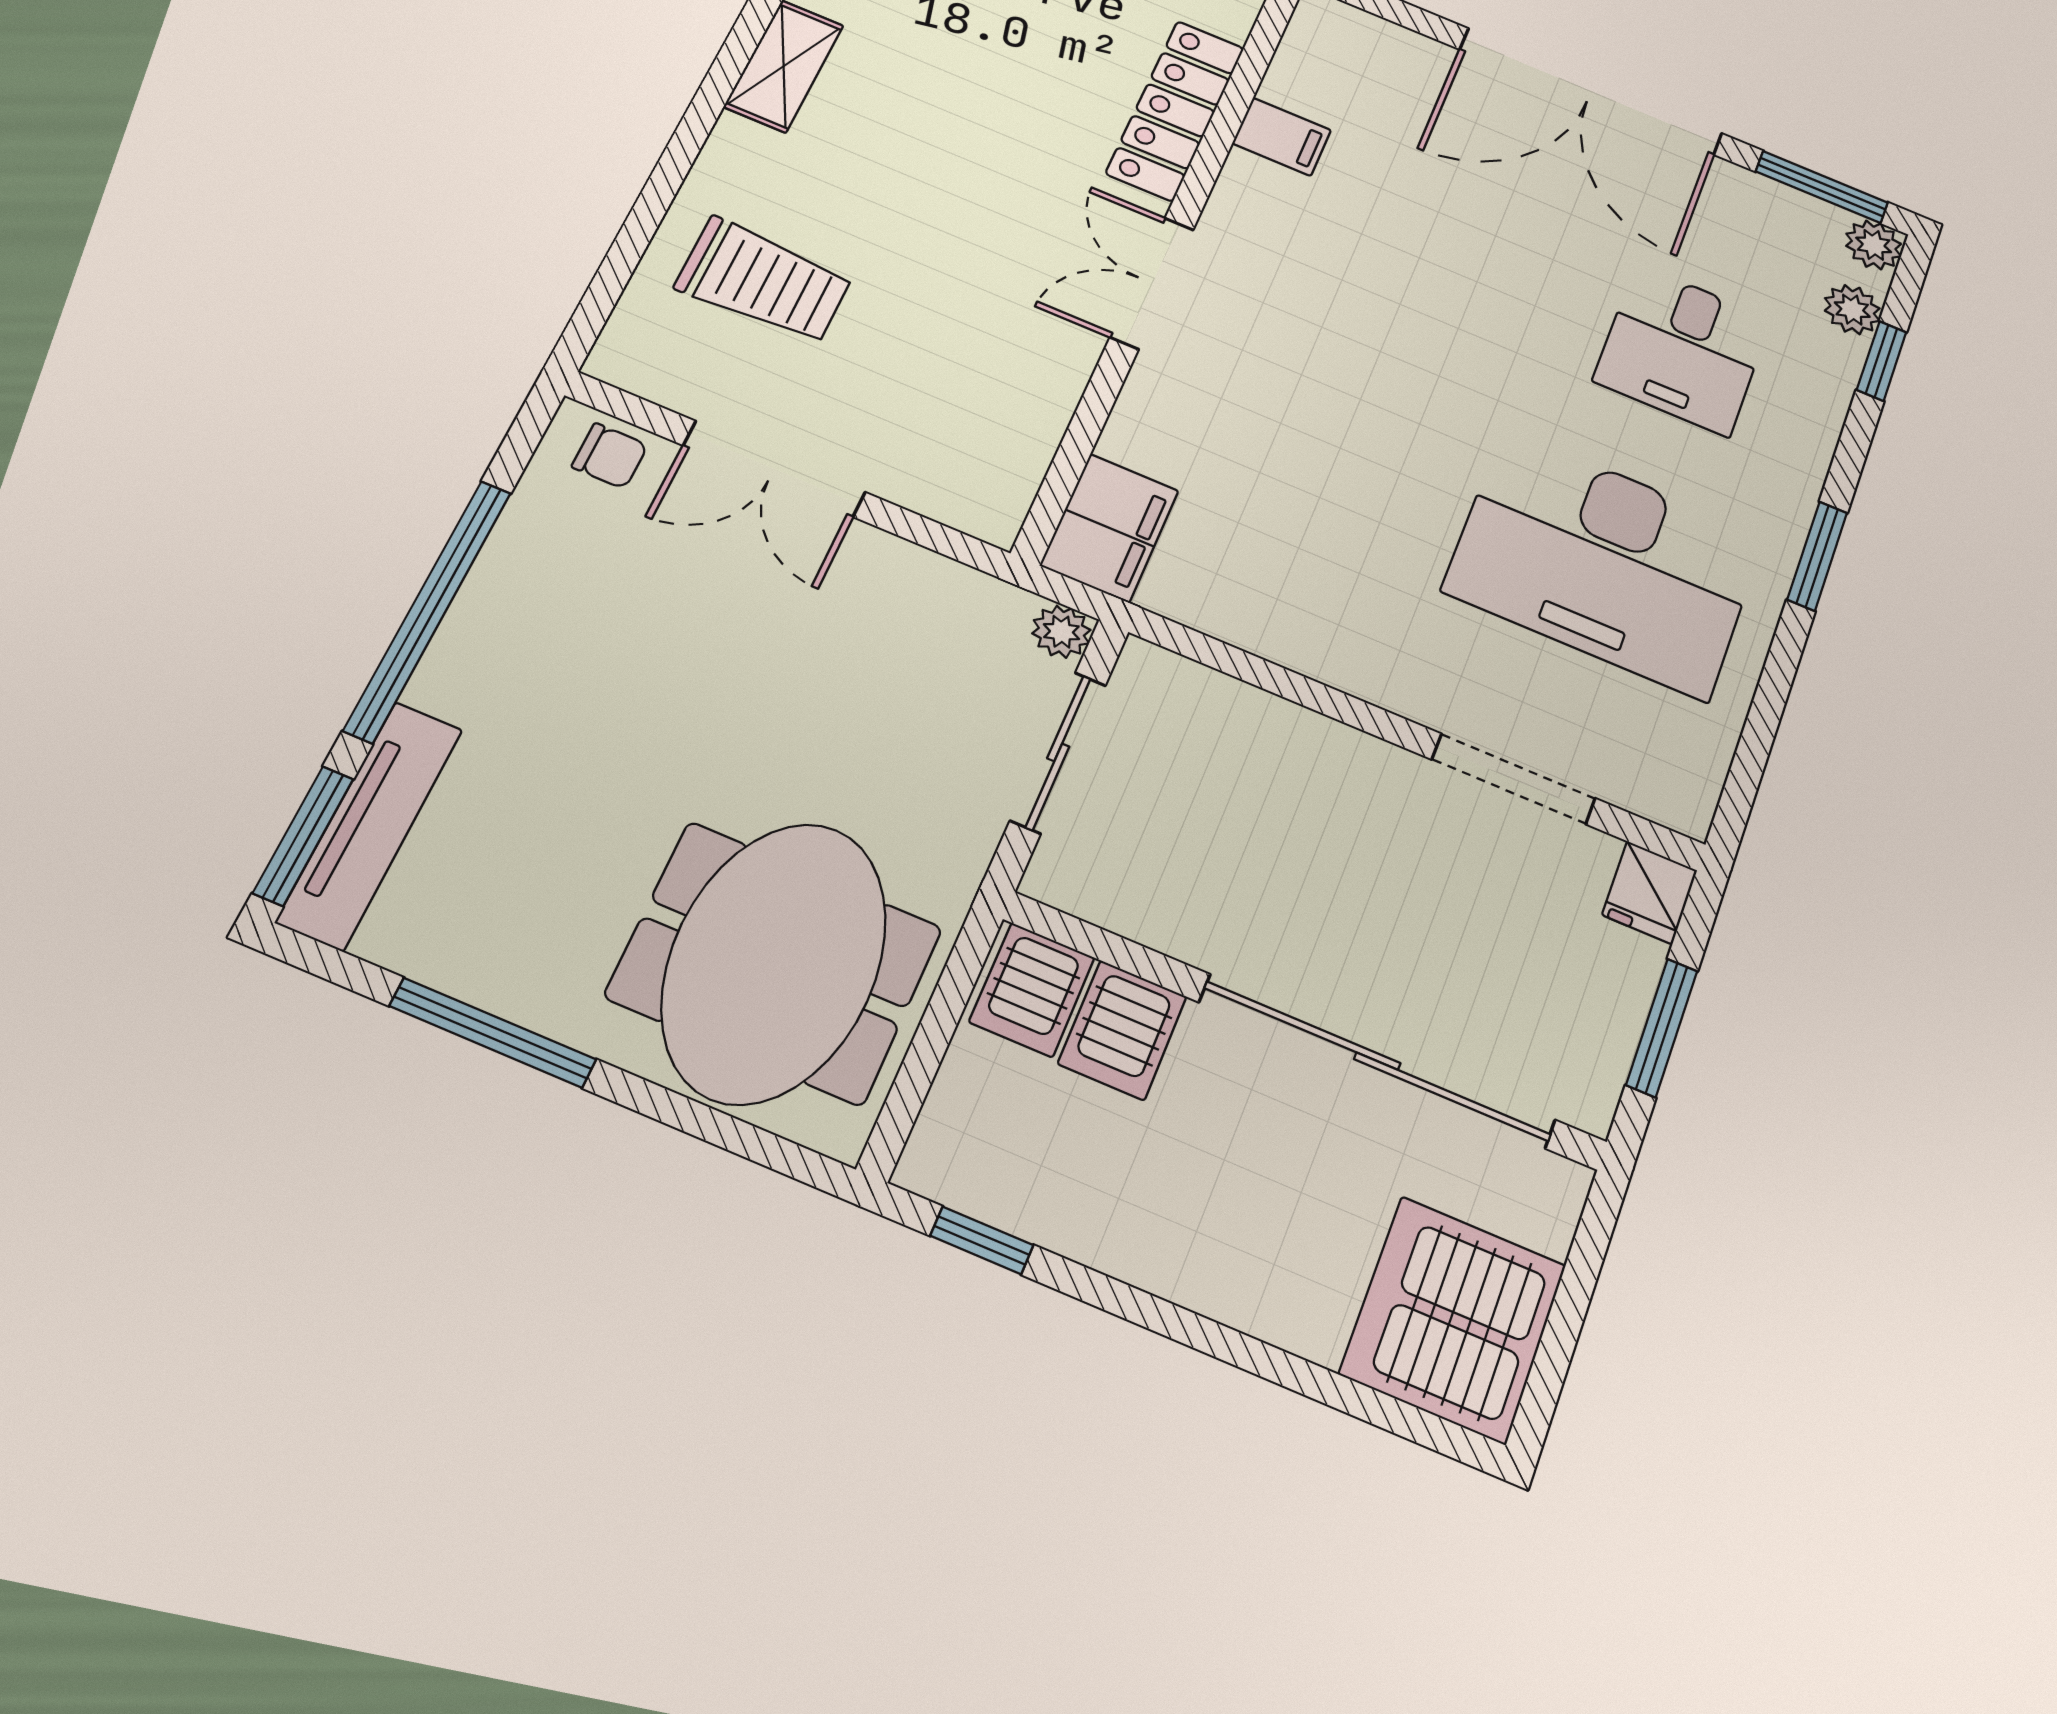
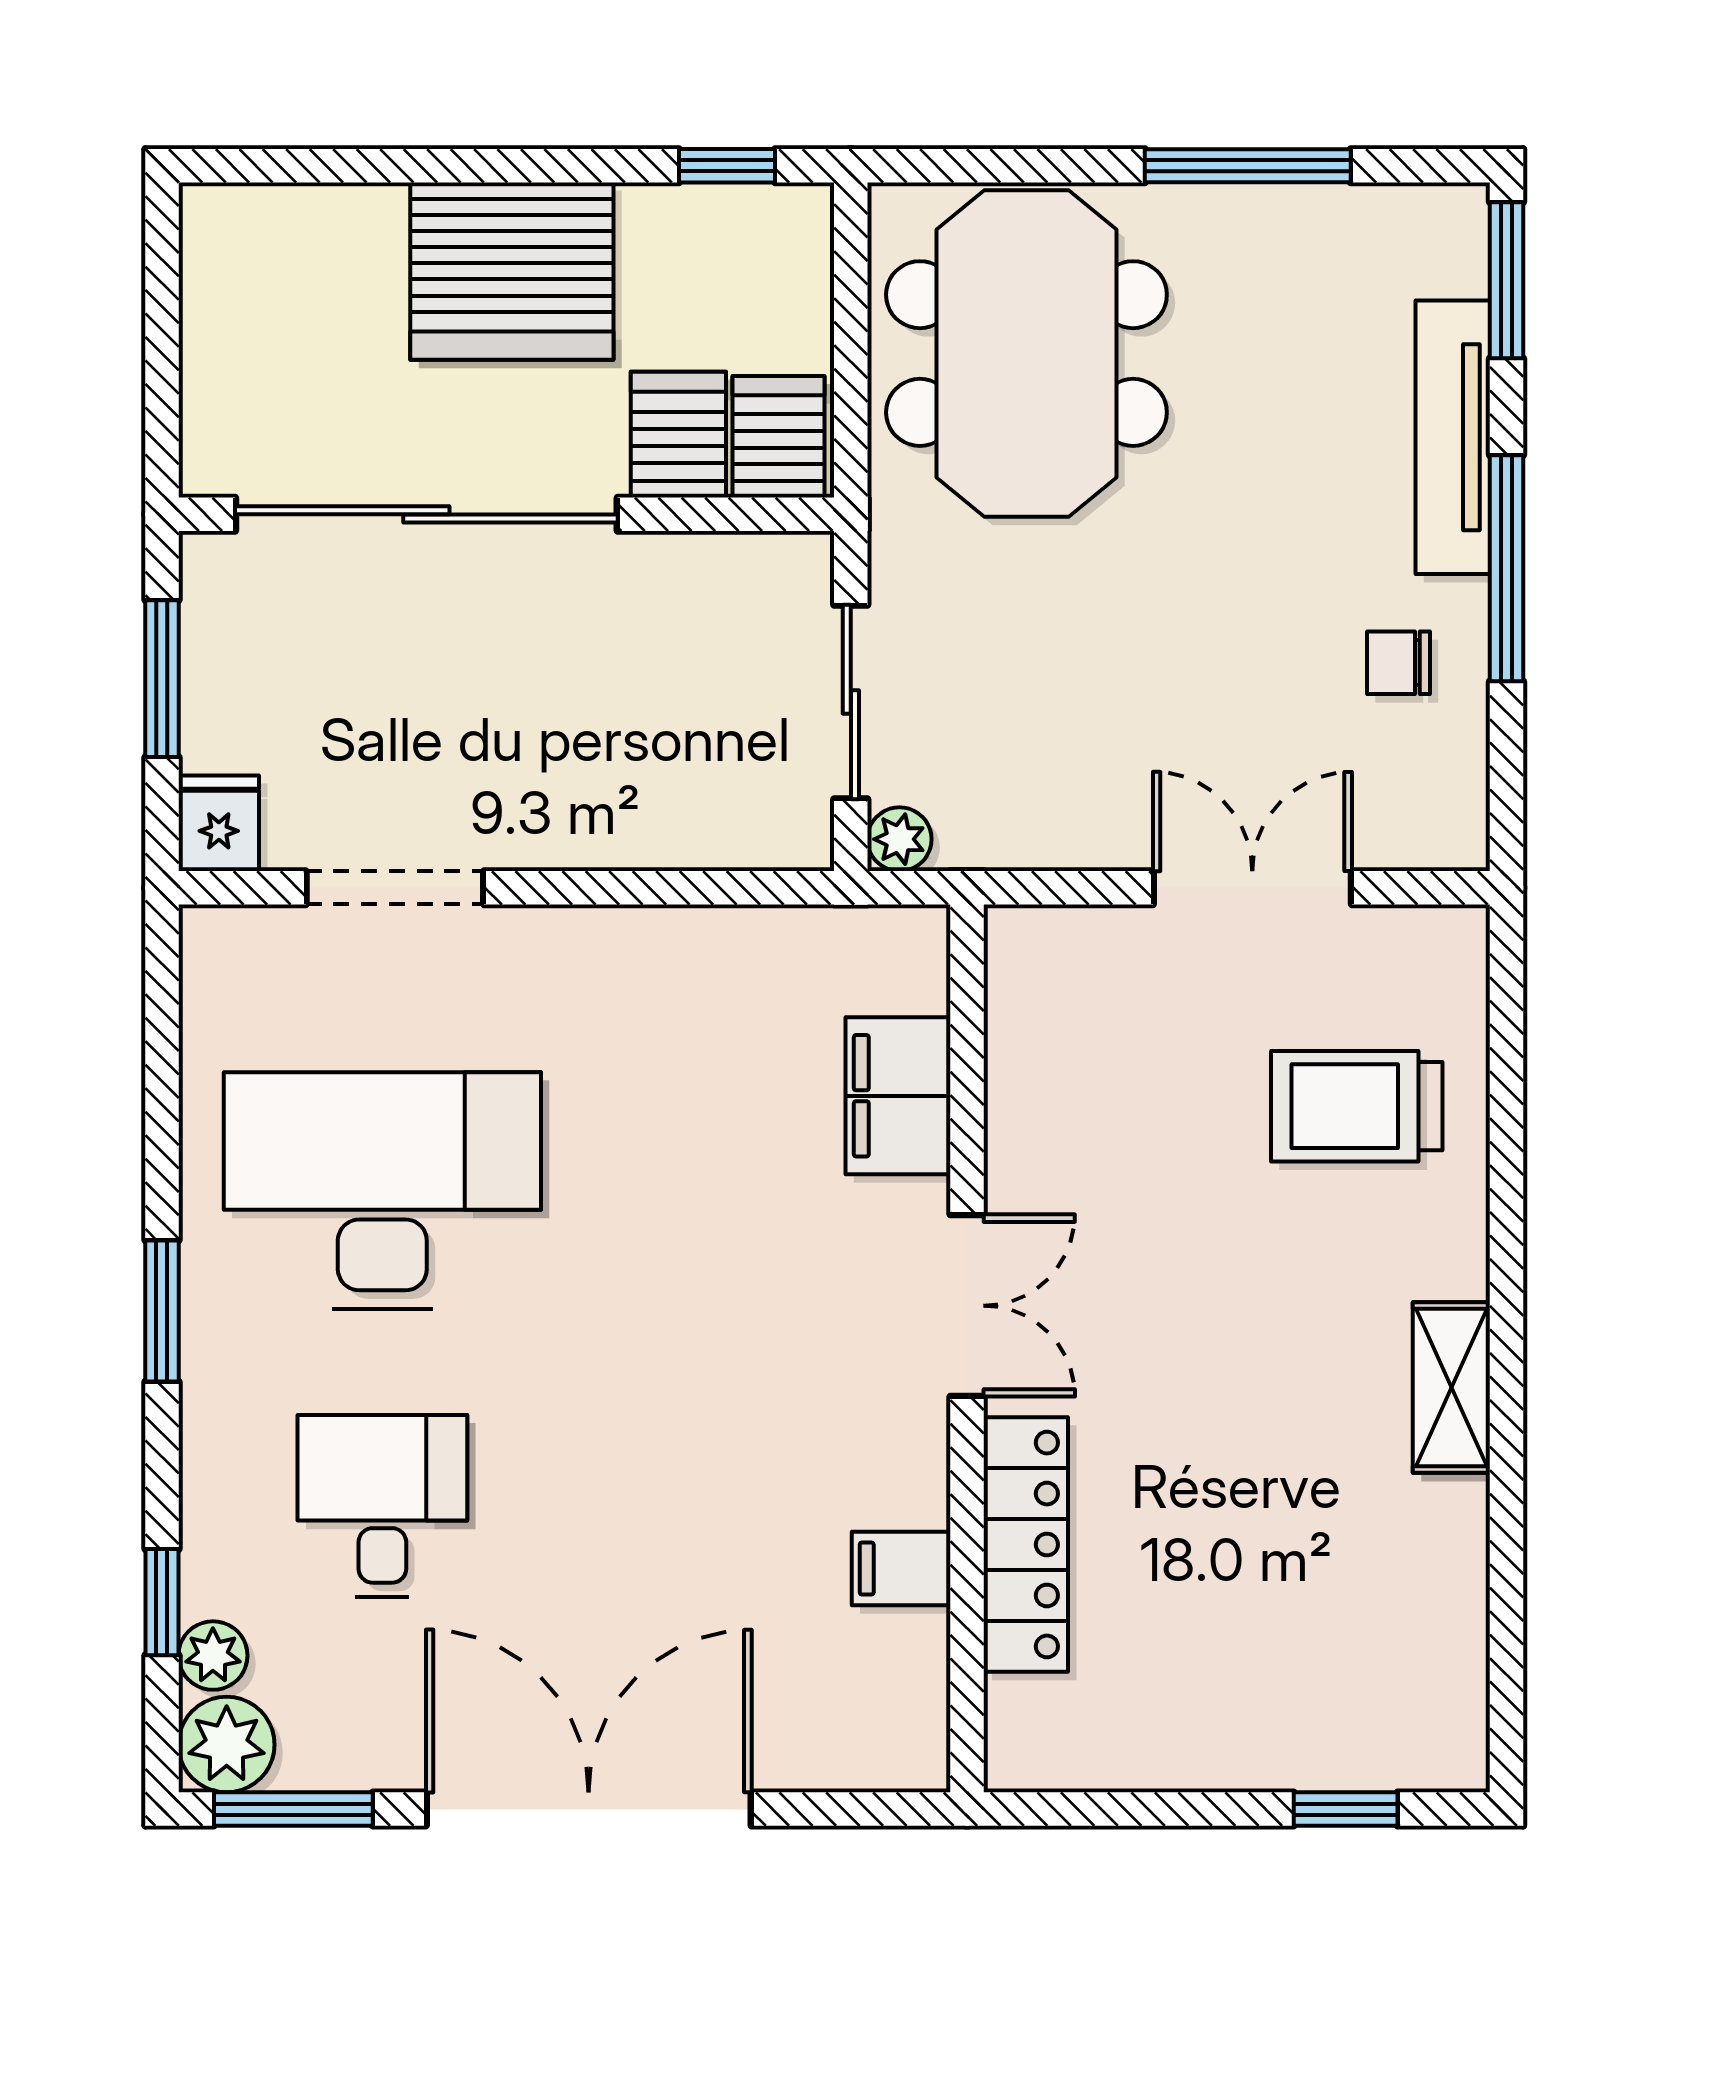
plant: (1874, 245) -> (227, 1745), width x1.38, depth x1.38
chair: (610, 456) -> (1398, 663), moved
filing cabinet: (1109, 528) -> (898, 1096), moved
window: (428, 610) -> (1506, 568), width x0.68
tv unit: (370, 825) -> (1453, 437), moved
server rack: (1453, 1319) -> (512, 271), moved, turned 90

